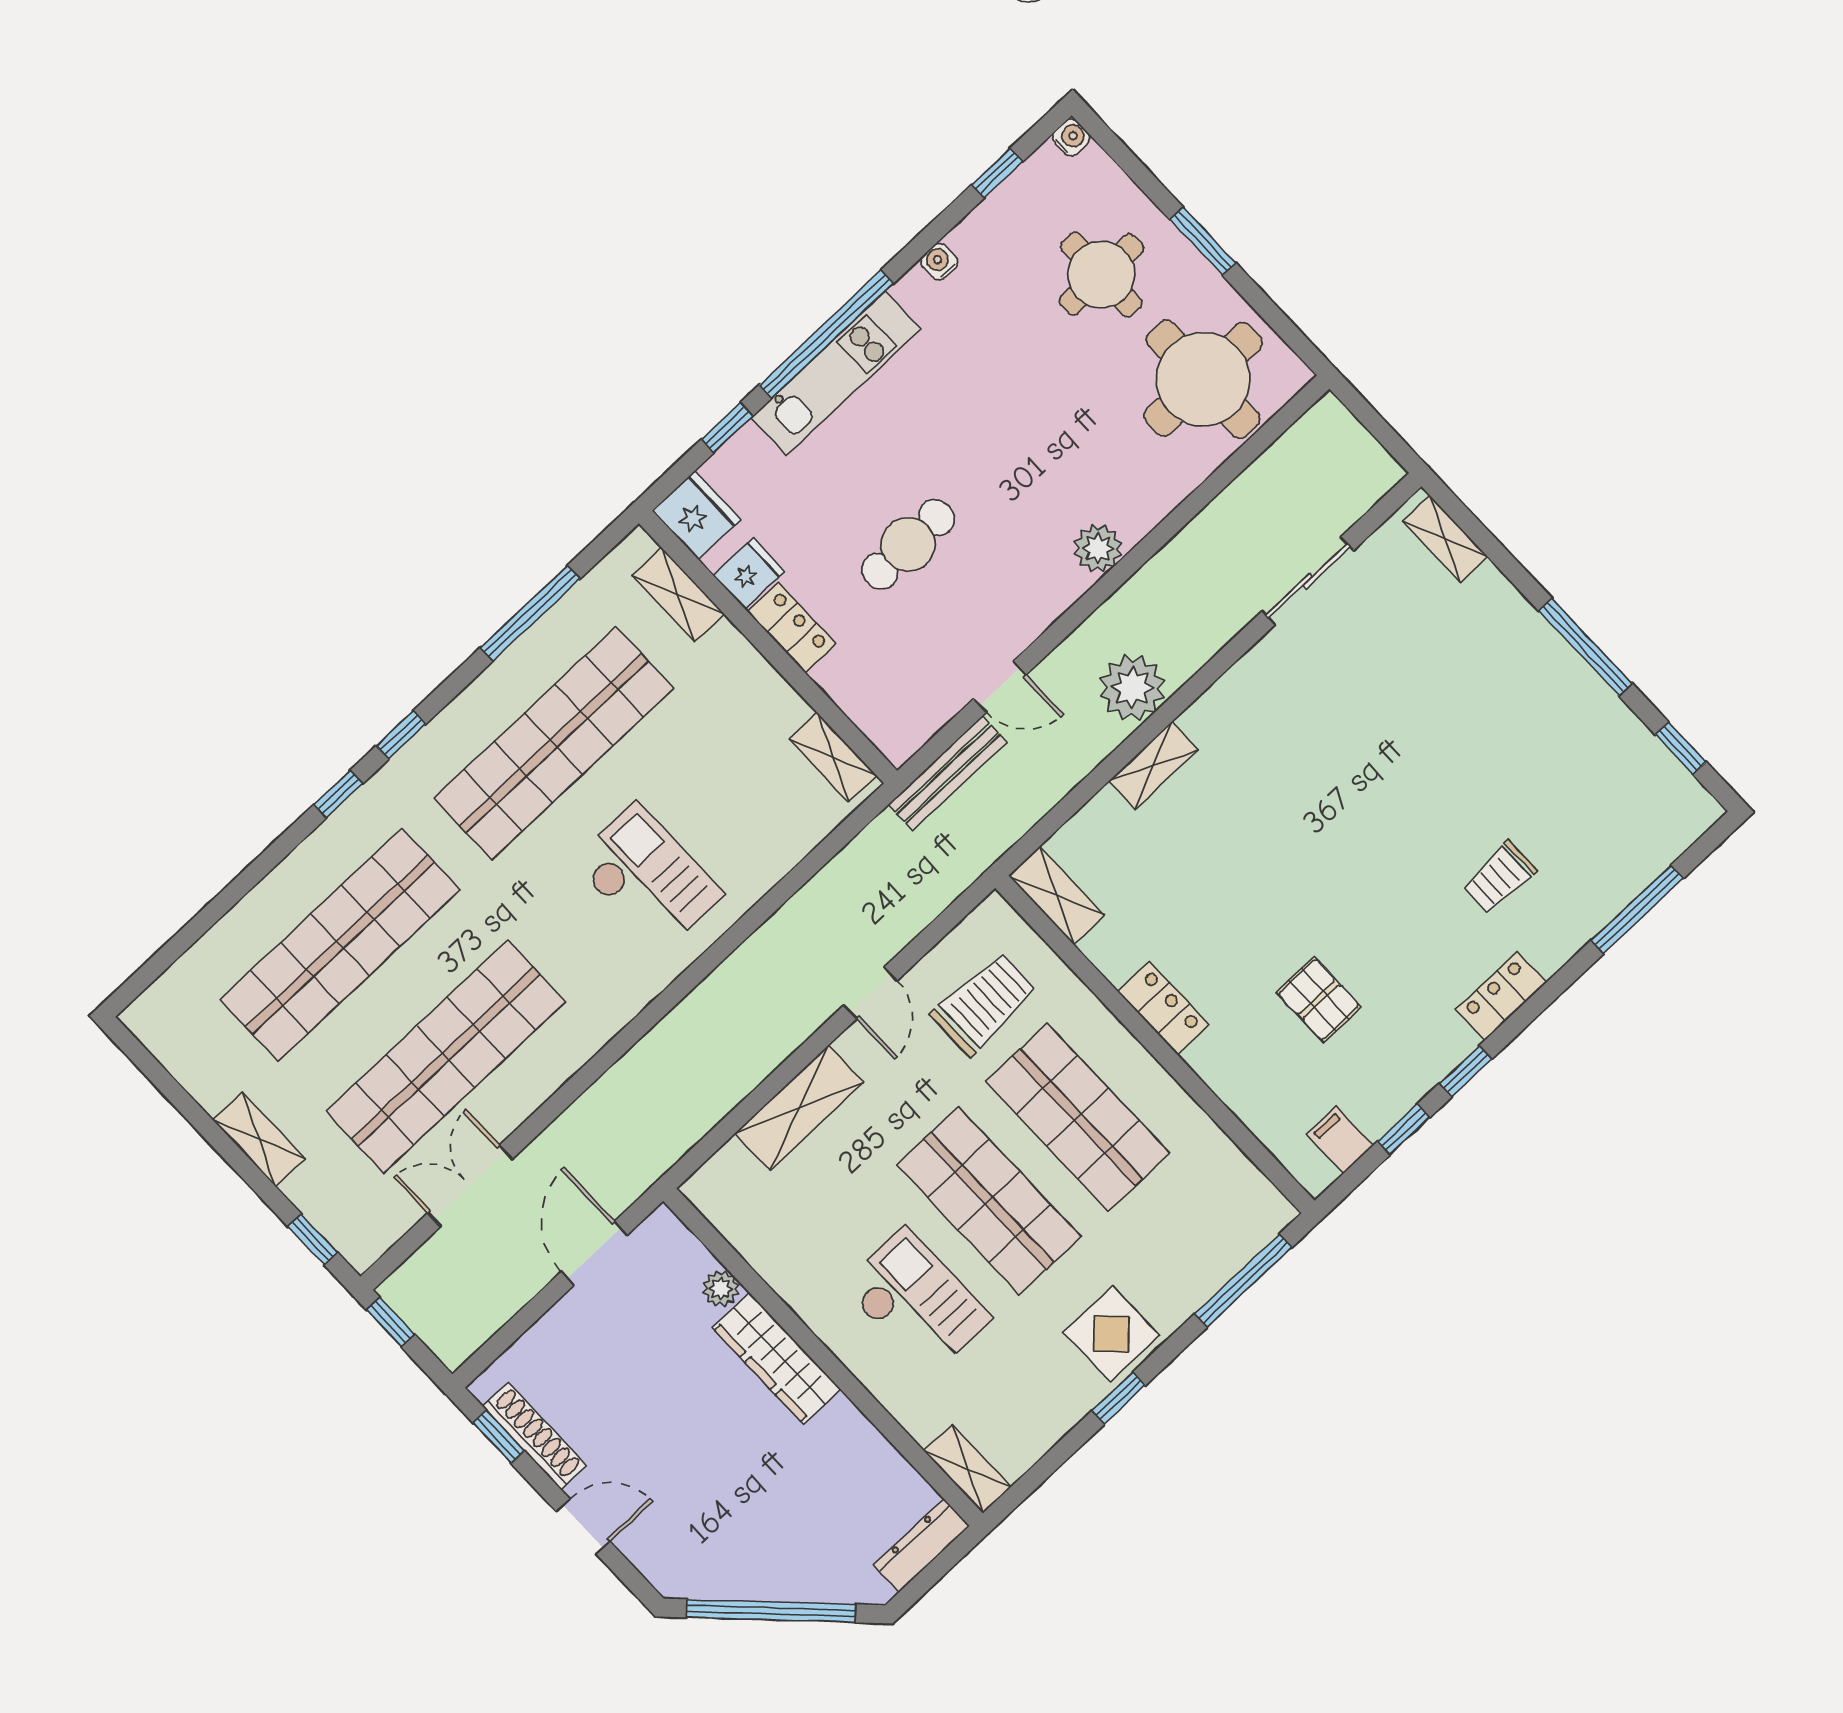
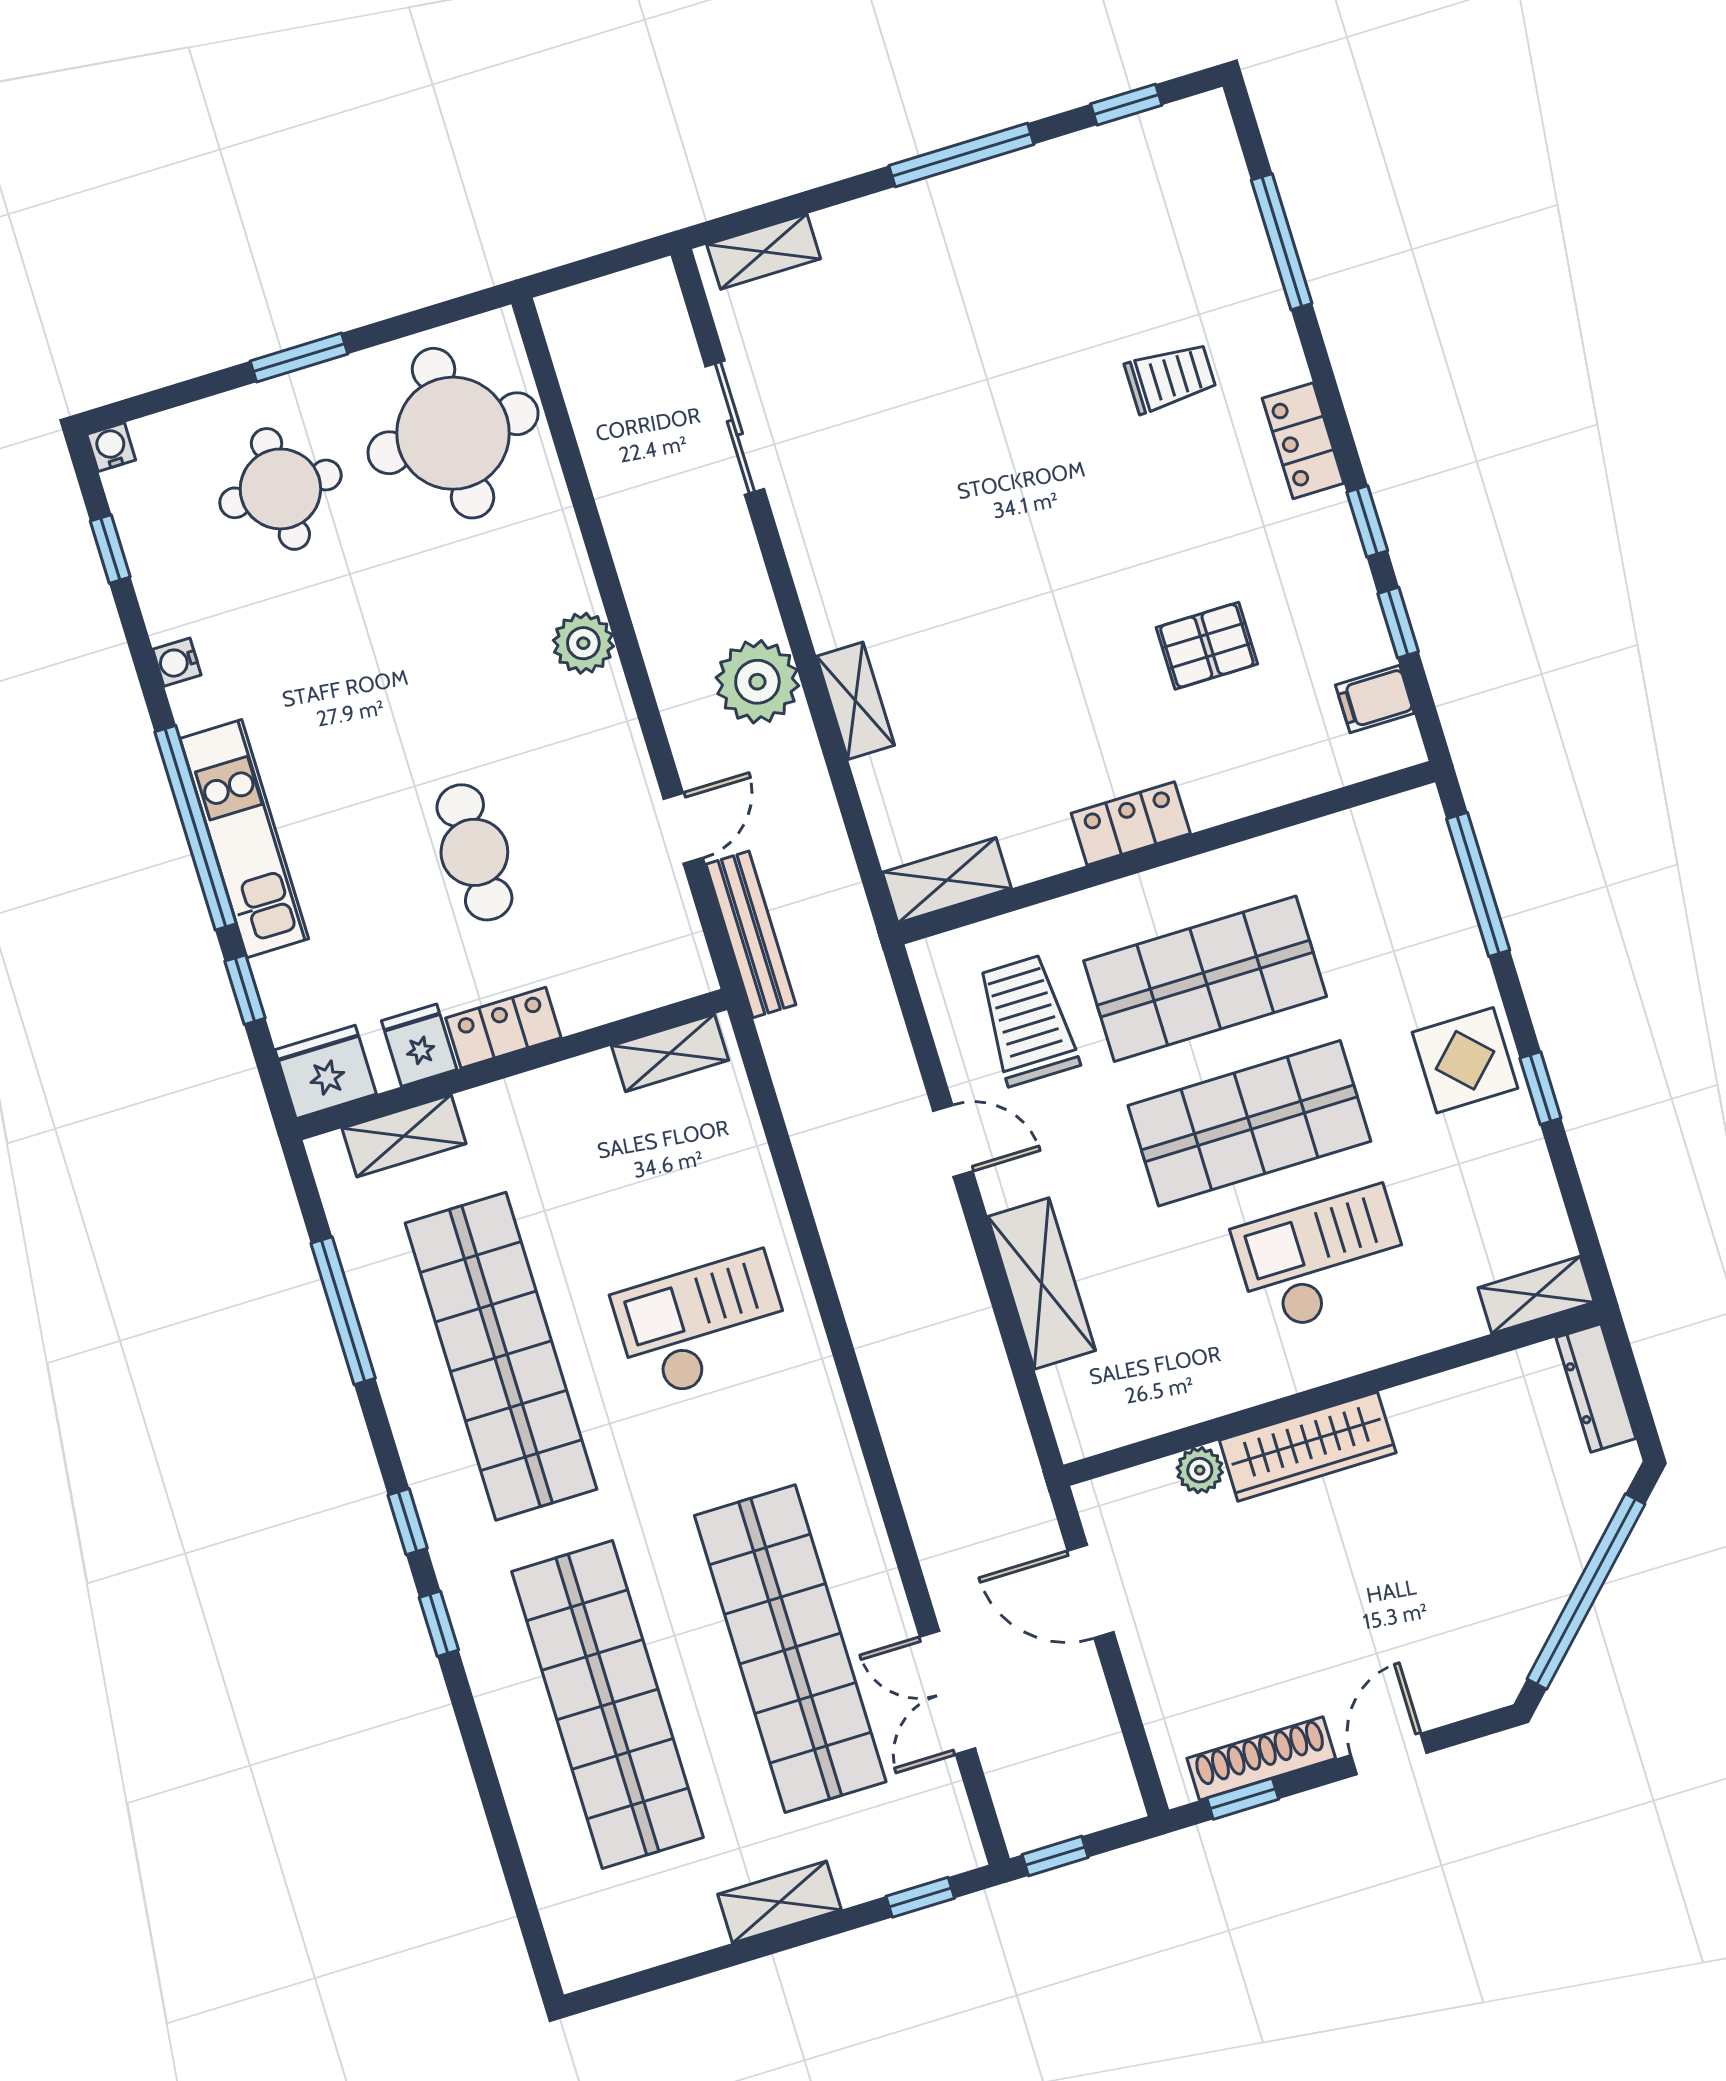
trolley: (1499, 877) -> (1170, 378), turned -90

